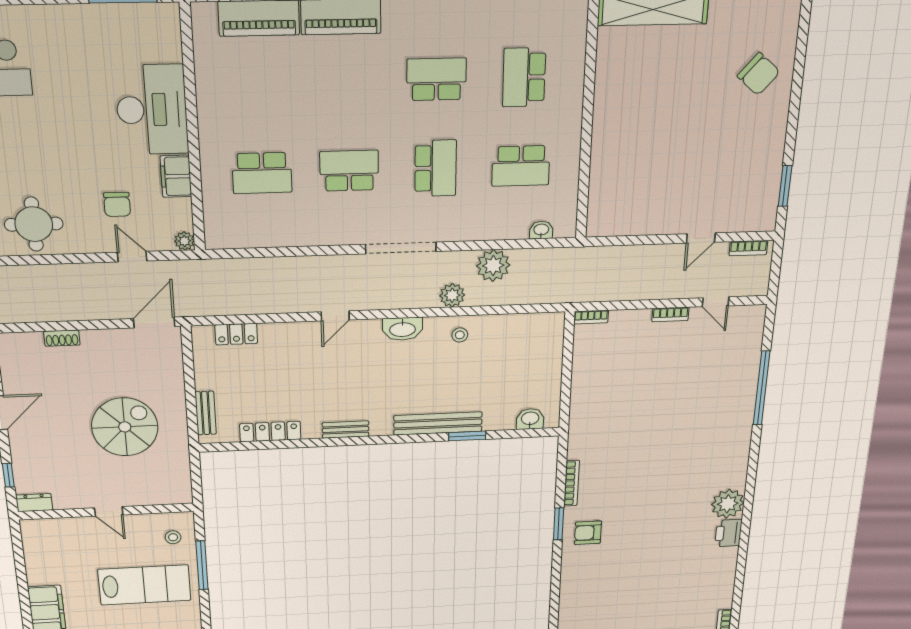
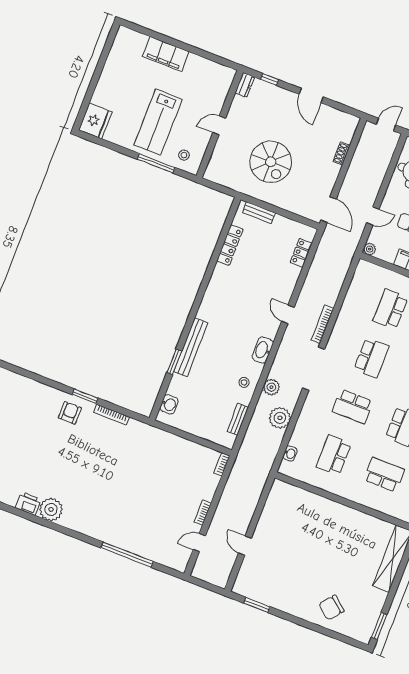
bookcase: (748, 248) -> (322, 324), moved, width x1.56
bench: (346, 430) -> (238, 419), moved

